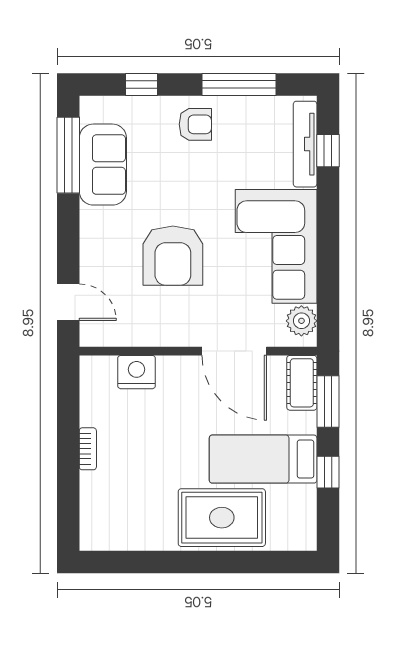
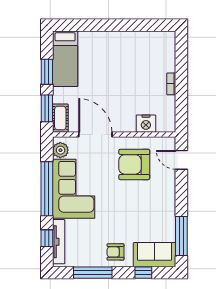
sofa: (103, 165) -> (155, 255), moved, turned 90
window: (328, 246) -> (47, 189), added
armchair: (173, 256) -> (134, 164), moved, turned -90
bed: (263, 459) -> (65, 59), moved, turned 90
window: (328, 472) -> (47, 72), width x1.50
rug: (222, 518) -> (102, 48), removed

